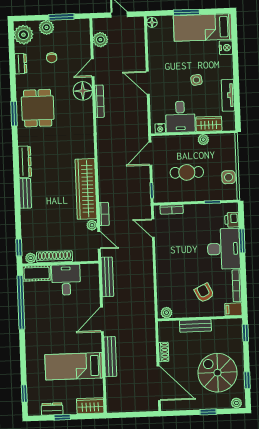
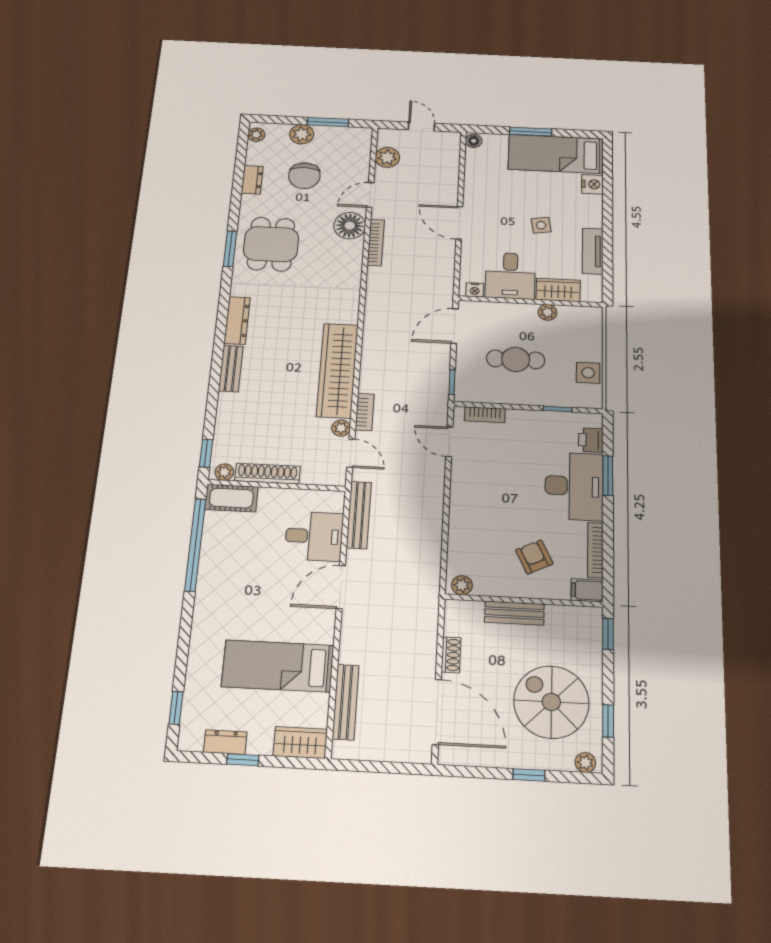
plant: (23, 35) -> (256, 135), width x0.53, depth x0.53
chair: (52, 58) -> (304, 176), width x1.87, depth x1.87
desk: (66, 280) -> (314, 536), moved, turned 90
bench: (110, 357) -> (346, 702), moved

